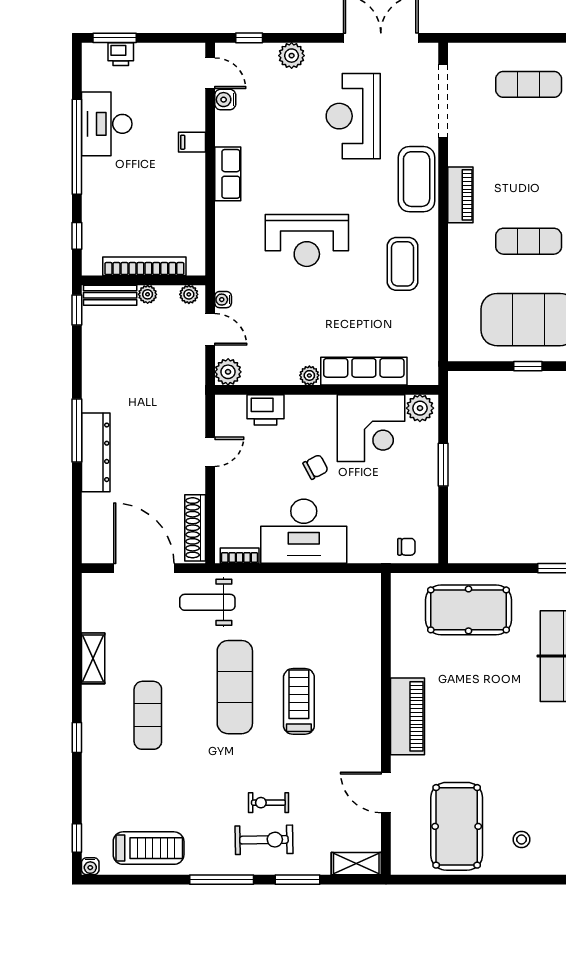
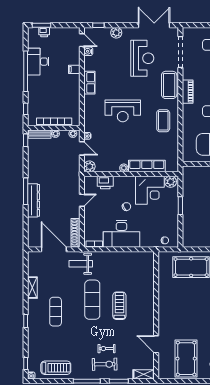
reception desk: (353, 116) -> (142, 58), turned 180
piano: (408, 716) -> (165, 312), removed

